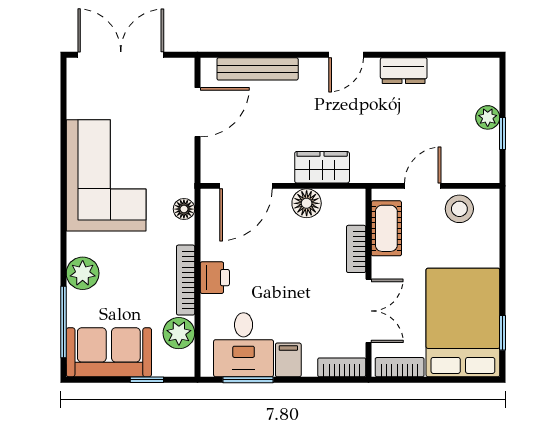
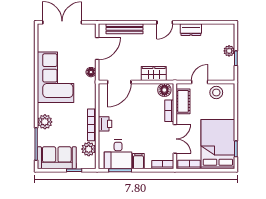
floor lamp: (307, 203) -> (164, 90), moved
floor lamp: (184, 209) -> (91, 72), moved

